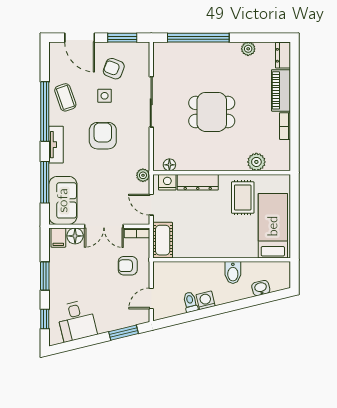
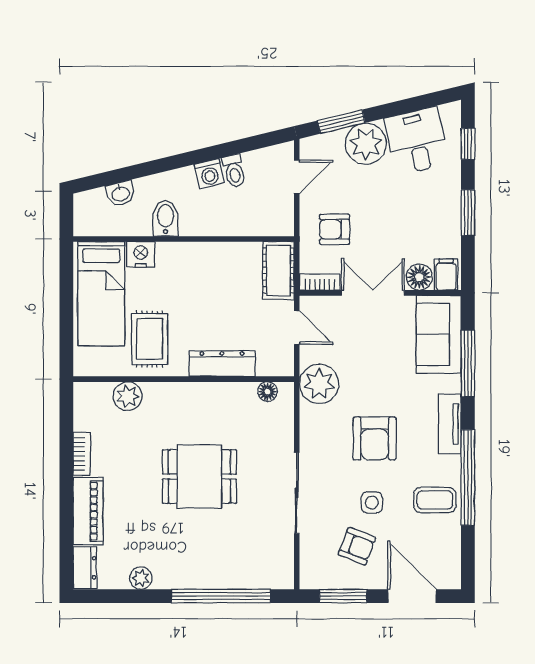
coffee table: (65, 97) -> (435, 500), turned -71
plant: (143, 175) -> (319, 384), width x1.88, depth x1.88
nightstand: (167, 182) -> (141, 254), moved, turned 180
armchair: (128, 266) -> (334, 229), turned 180
plant: (108, 319) -> (366, 144), added

